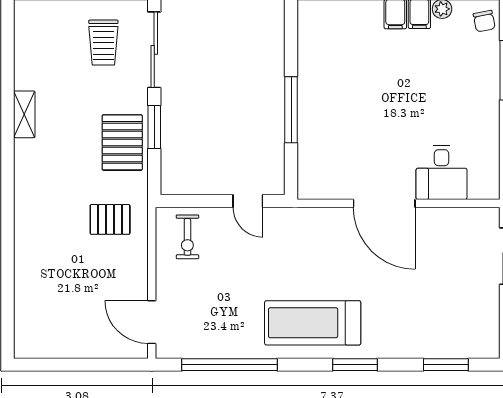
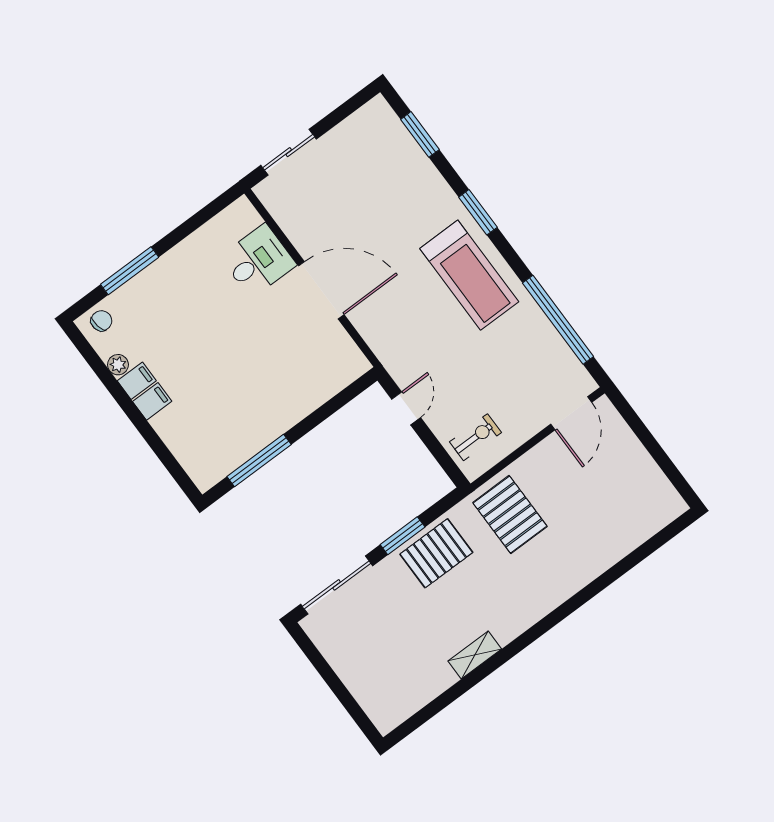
trolley: (103, 43) -> (363, 633), removed
window: (291, 110) -> (259, 461), moved
door: (384, 203) -> (321, 290), hinge flipped
pallet: (110, 219) -> (510, 515), width x1.50, depth x1.42

